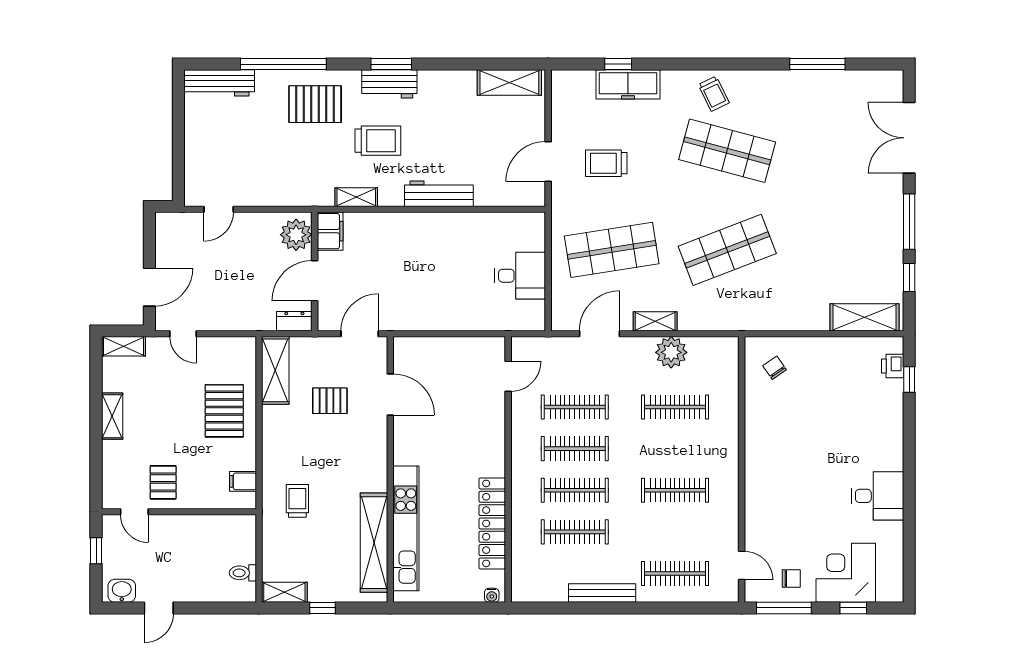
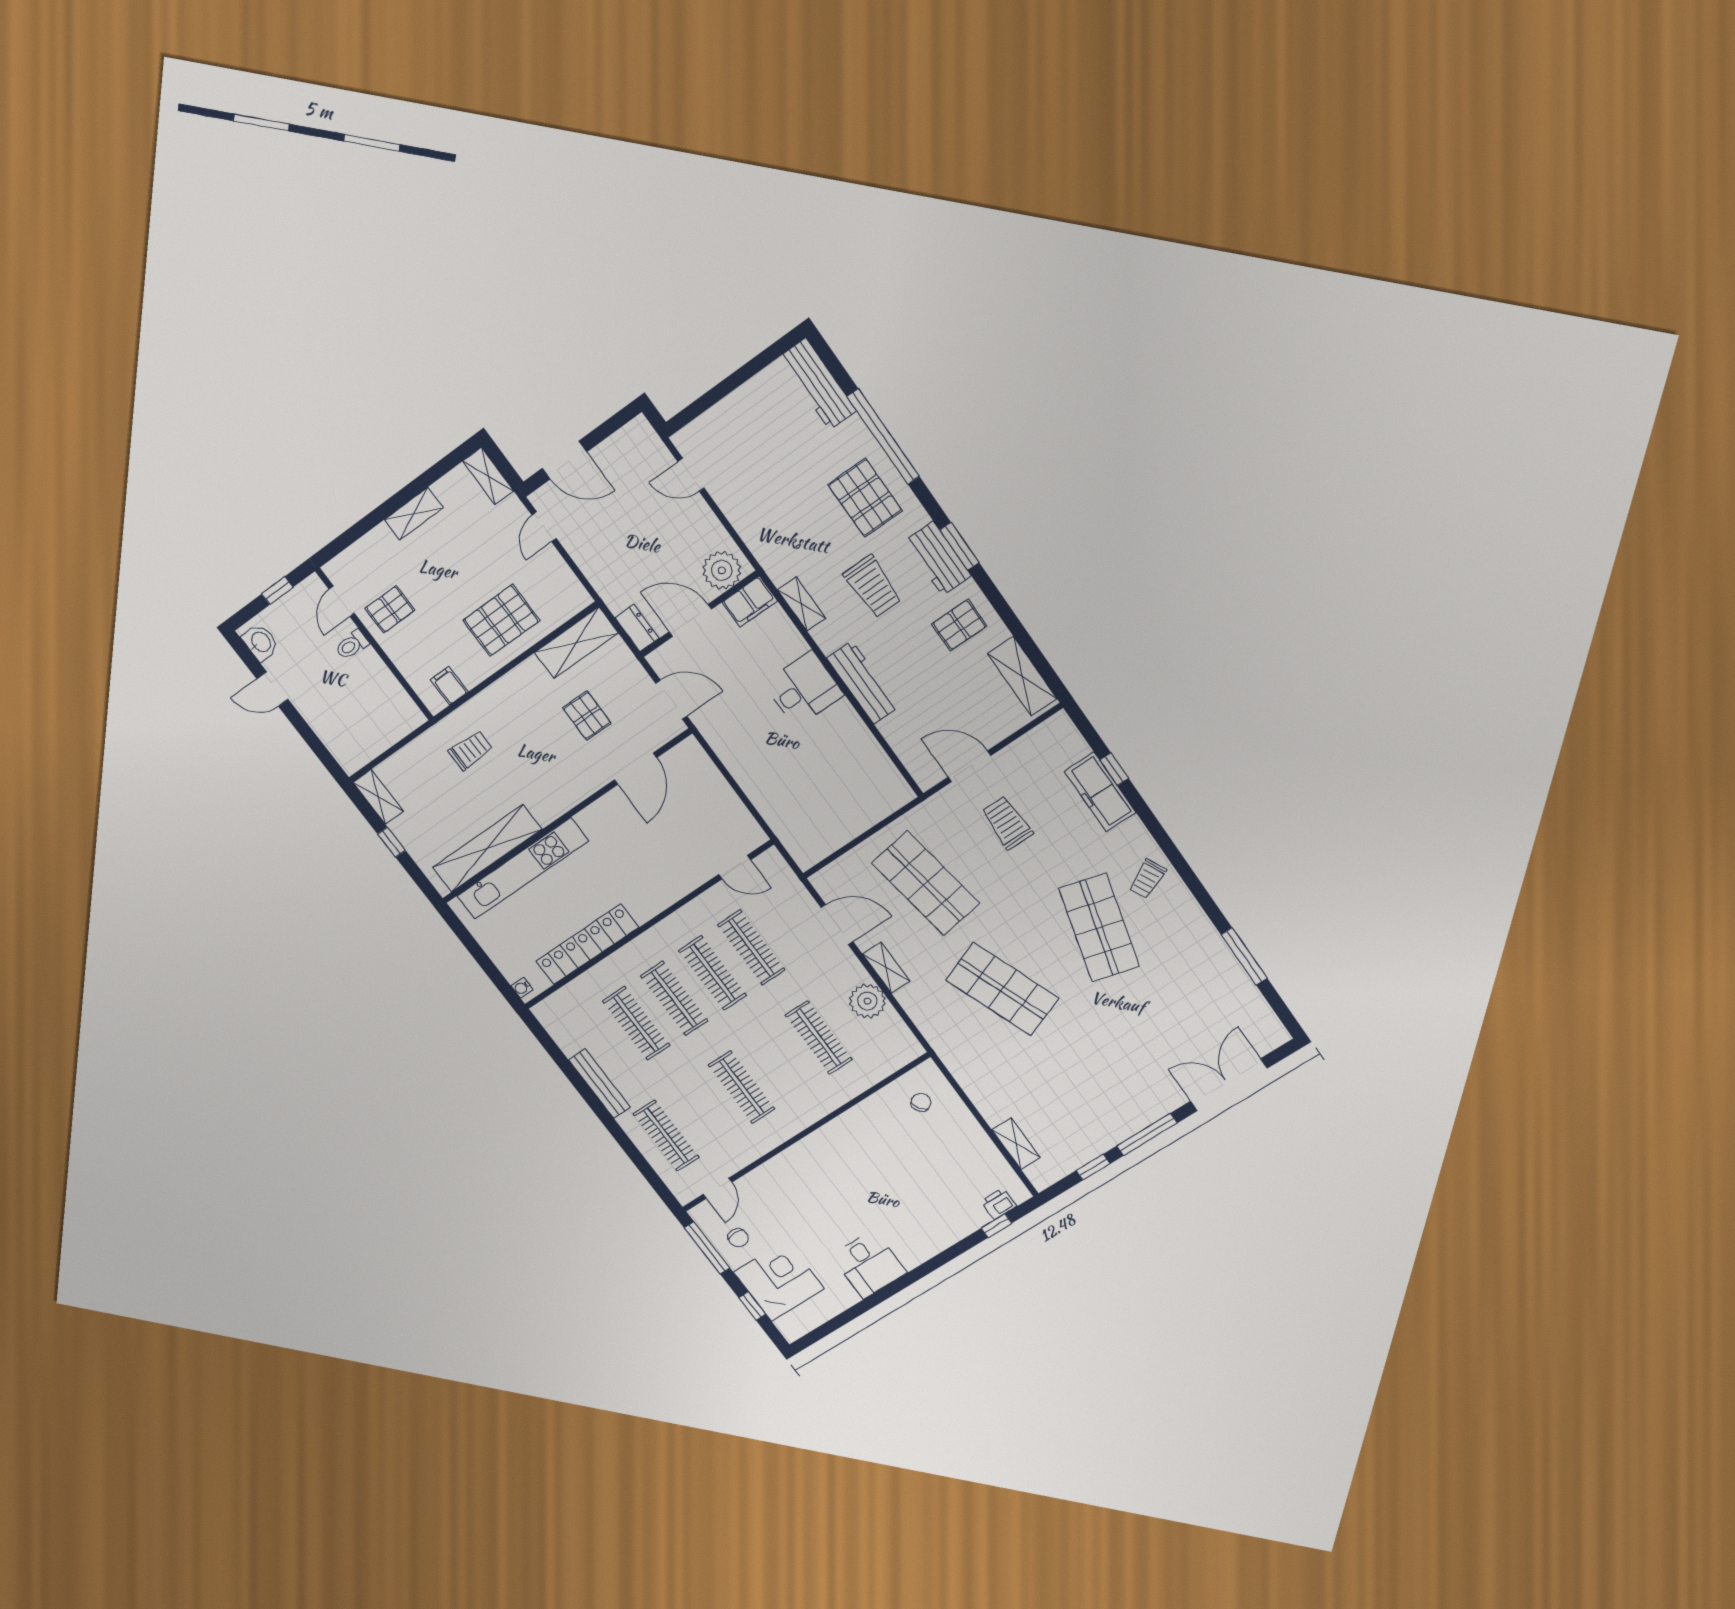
pallet: (445, 101) -> (959, 625), added
desk: (520, 276) -> (804, 689), moved, turned -90
shelving: (864, 317) -> (1016, 1144), width x0.67, depth x0.75
toilet: (243, 573) -> (352, 645), moved, turned -90

